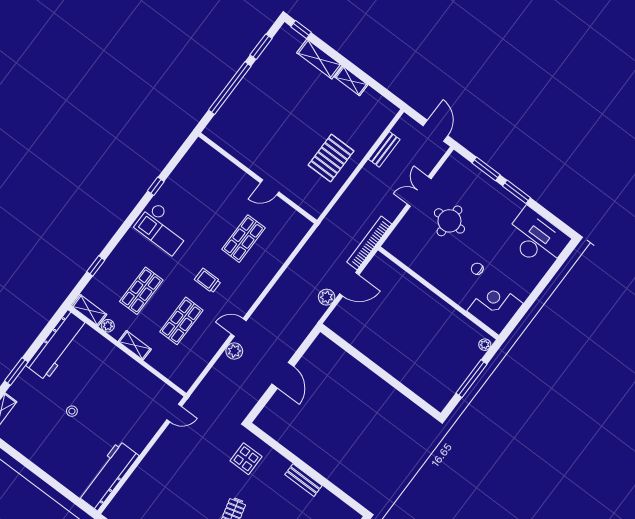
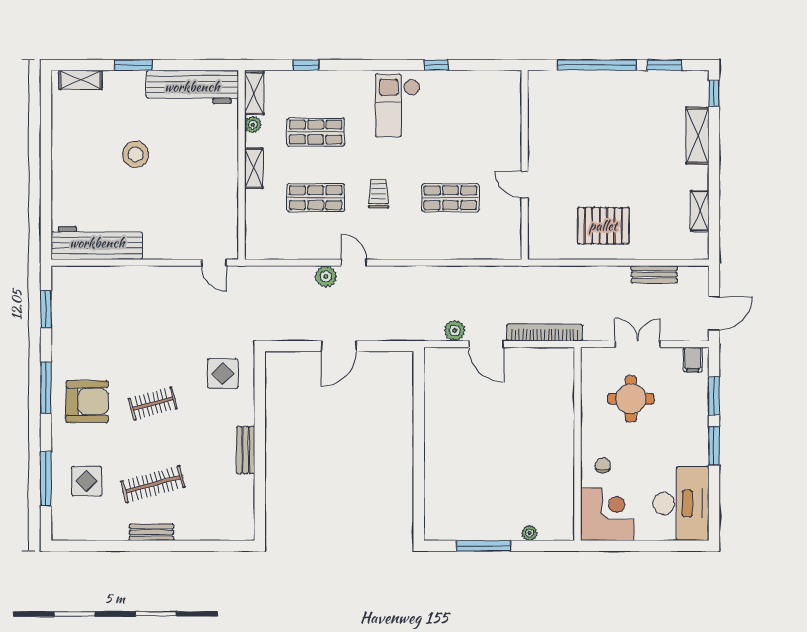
shelving: (351, 81) -> (700, 211), moved
filing cabinet: (454, 165) -> (693, 360), added
wall: (438, 293) -> (578, 444), moved
corner desk: (495, 307) -> (607, 514), moved
stool: (72, 411) -> (135, 154), width x1.89, depth x1.89

